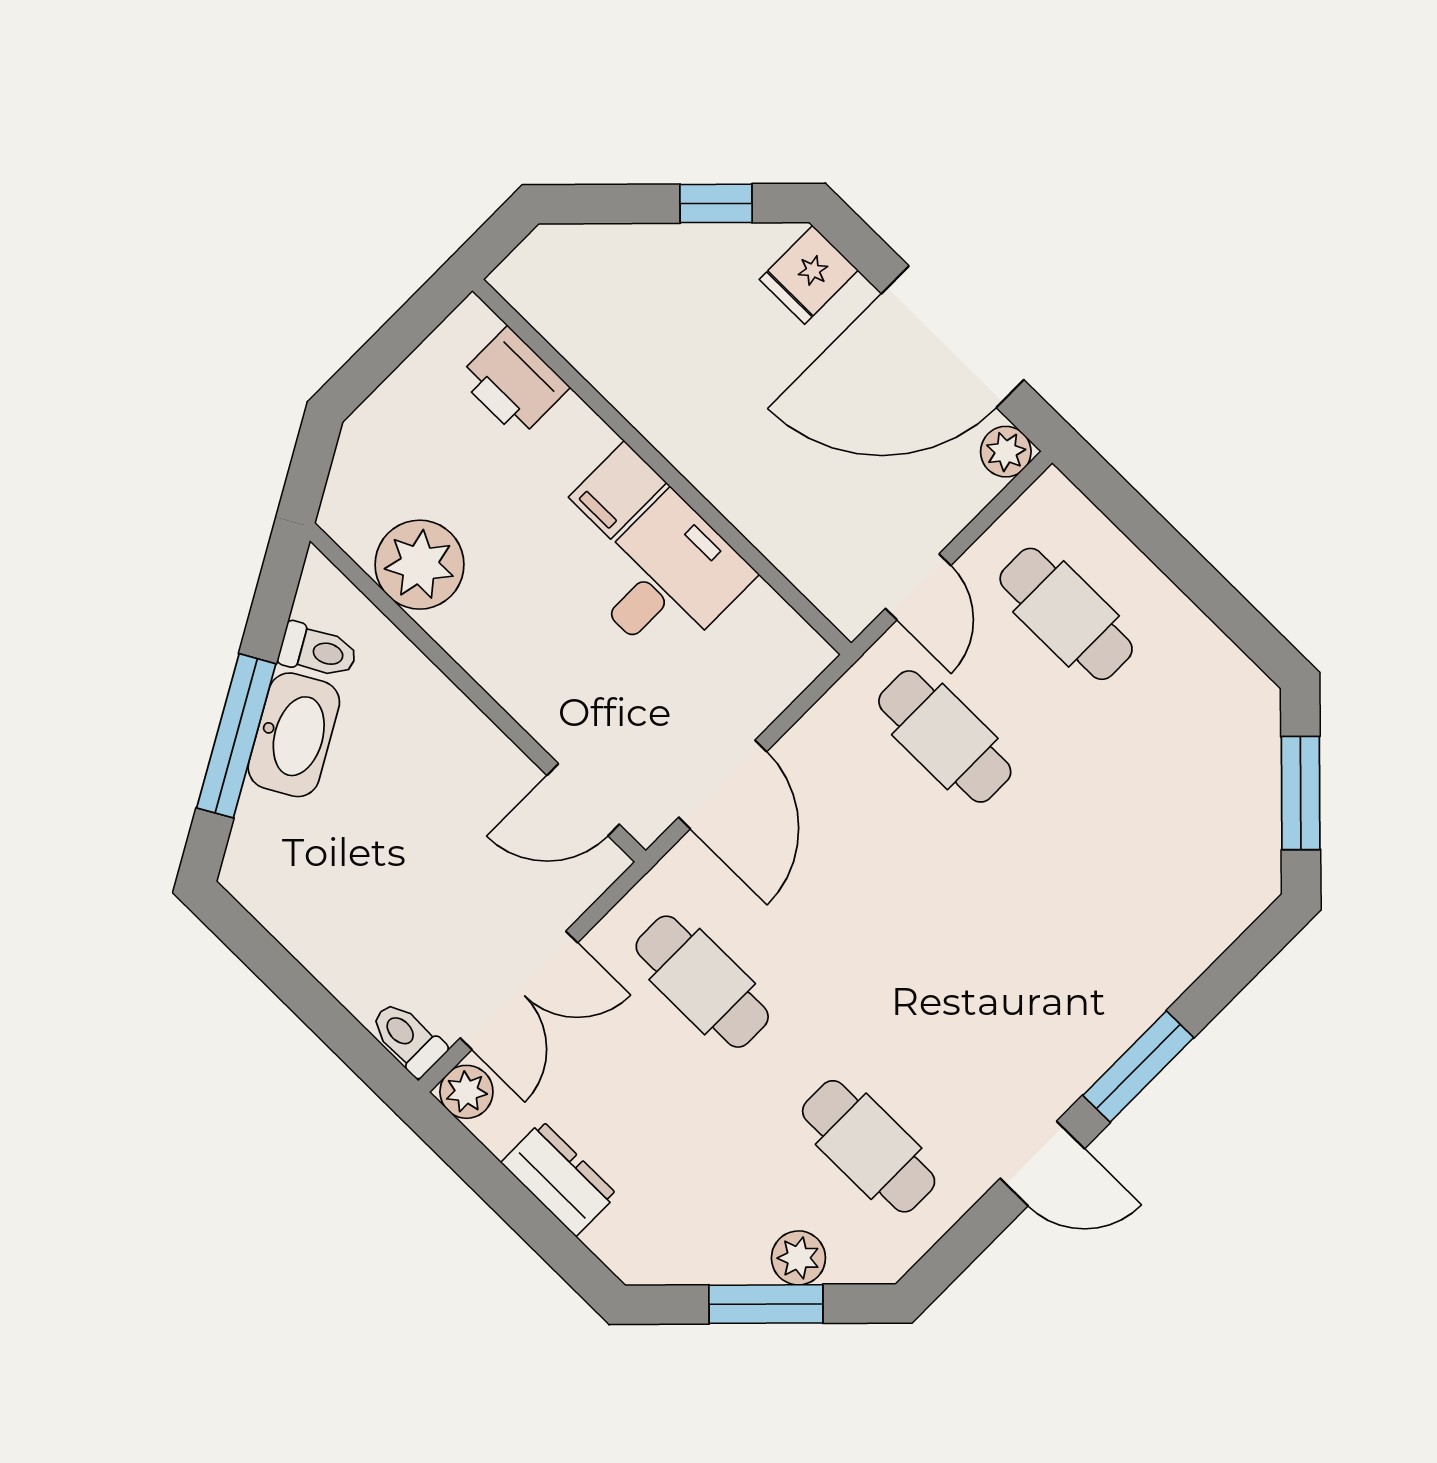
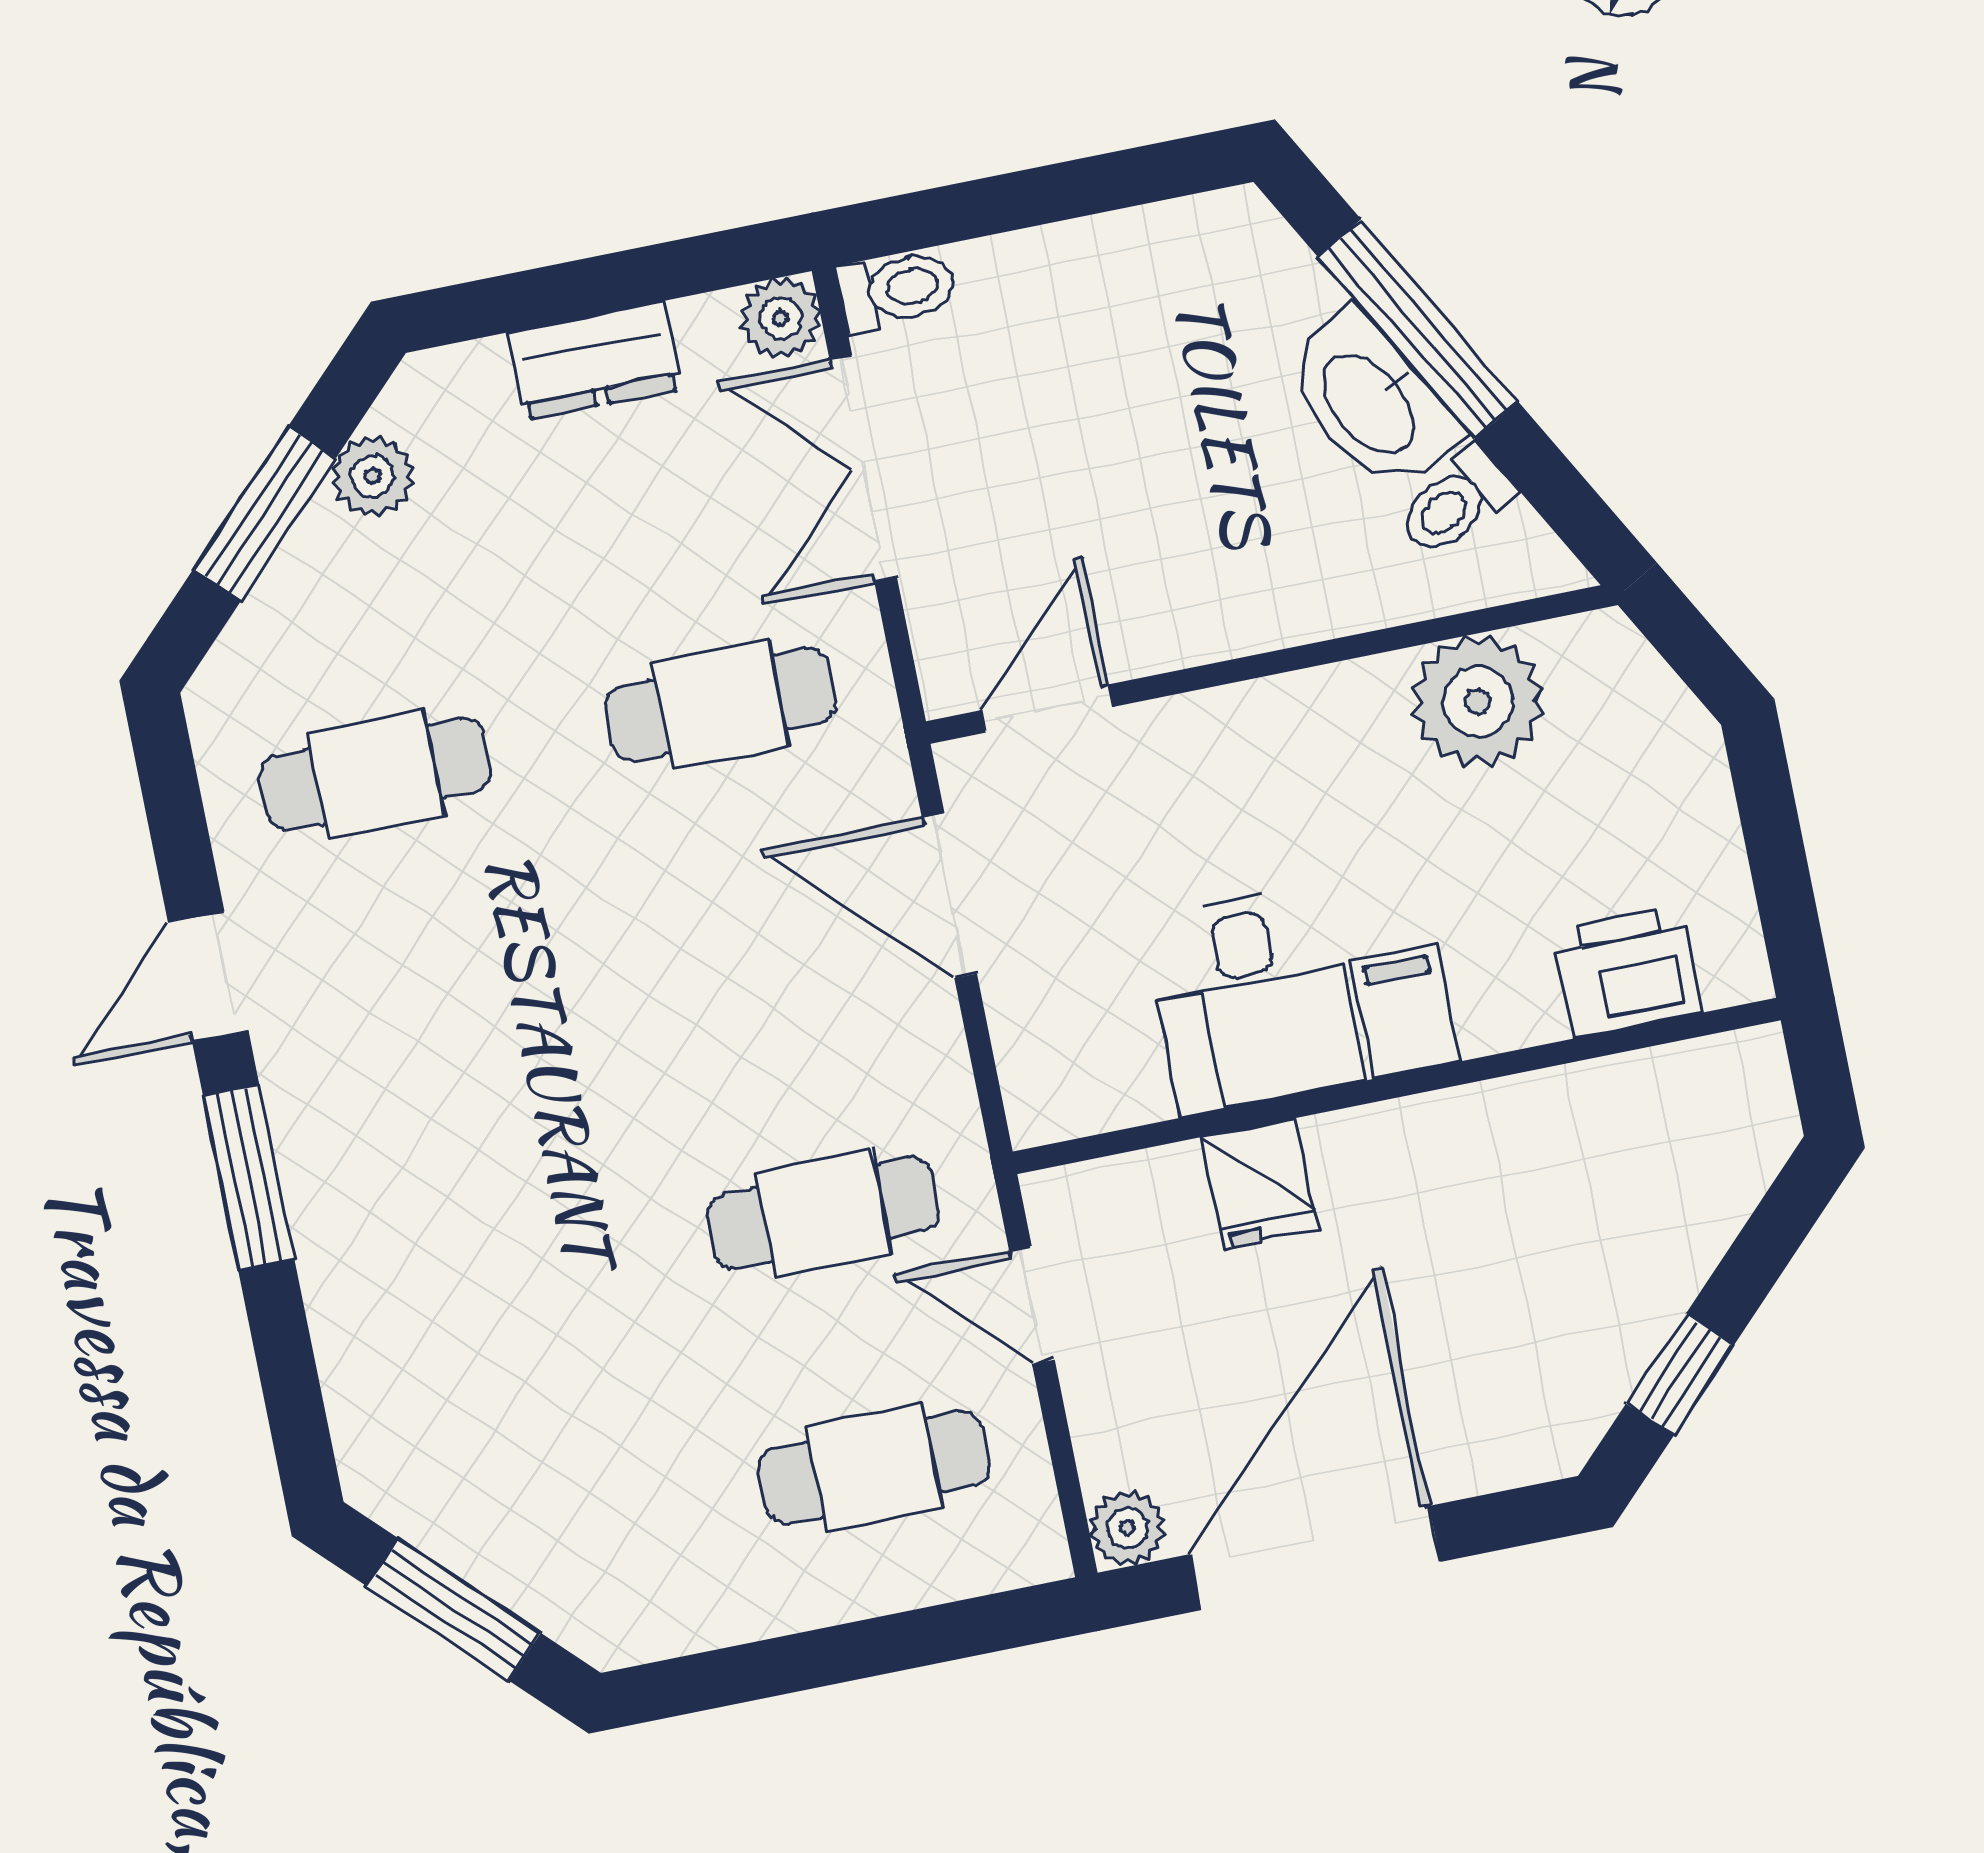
fridge: (809, 275) -> (1260, 1184), moved, turned 180
plant: (798, 1258) -> (373, 476), moved

